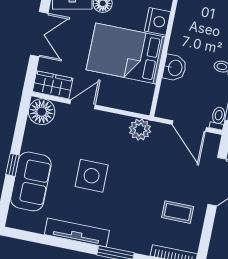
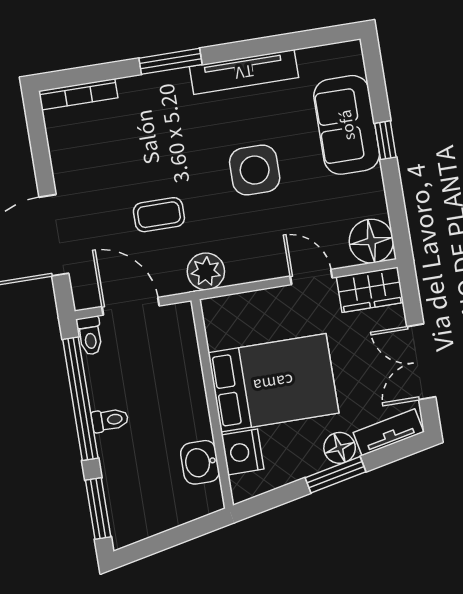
washbasin: (175, 68) -> (200, 462), moved
door: (83, 104) -> (311, 277), swing flipped
coffee table: (178, 212) -> (159, 215), moved

